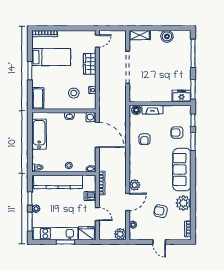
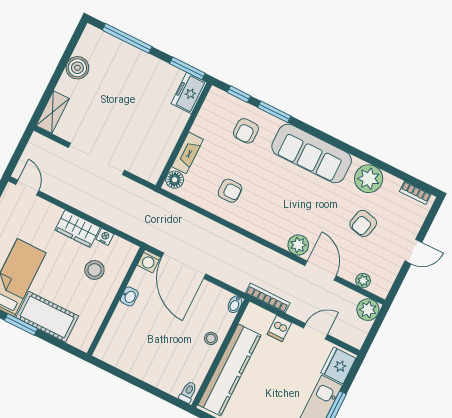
wardrobe: (90, 64) -> (78, 229), moved
cot: (38, 98) -> (47, 317), moved, width x1.37, depth x1.34
bathtub: (39, 134) -> (134, 362), removed
door: (97, 135) -> (184, 266), swing flipped

